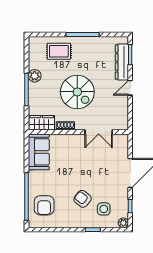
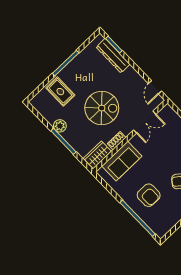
rug: (59, 51) -> (60, 92), turned 90
door: (130, 88) -> (155, 87), moved
sofa: (39, 152) -> (122, 161), moved, turned 90
armchair: (44, 205) -> (149, 195), moved

